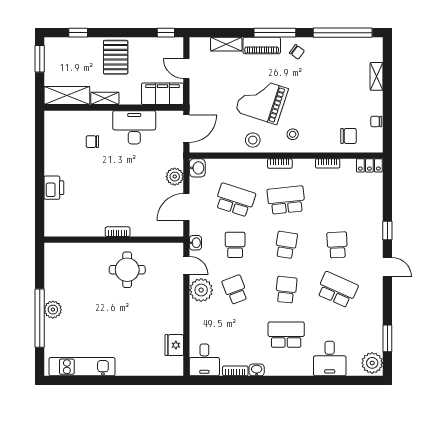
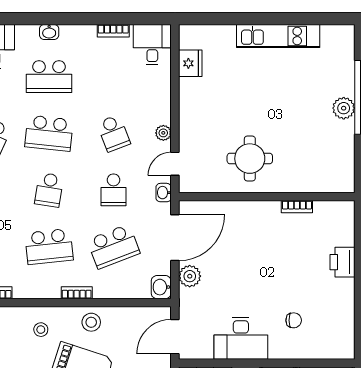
bookcase: (280, 163) -> (77, 293), moved
school desk: (235, 200) -> (114, 247), turned -39
door: (186, 207) -> (175, 238), width x1.36
bookcase: (118, 232) -> (297, 207), moved
door: (186, 266) -> (175, 164), hinge flipped
plant: (201, 290) -> (163, 133), width x0.53, depth x0.53
school desk: (286, 290) -> (49, 133), width x1.85
kitchen unit: (82, 367) -> (278, 36), moved
washbasin: (257, 370) -> (49, 32), moved

